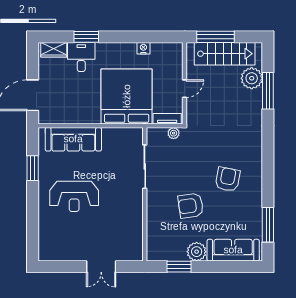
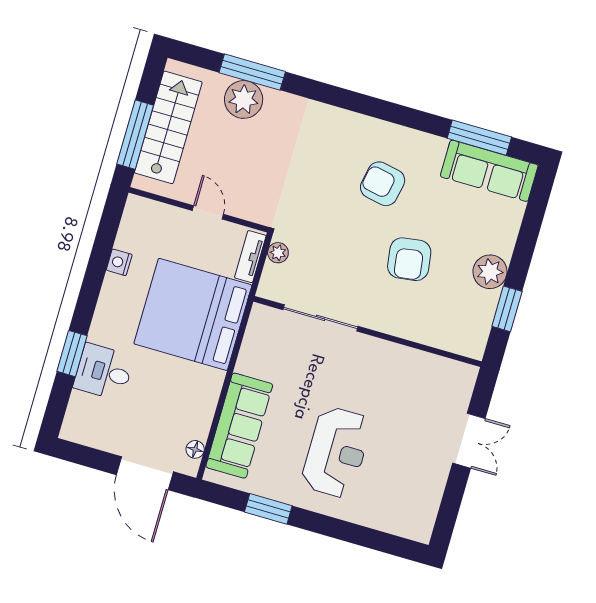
wardrobe: (54, 50) -> (78, 415), removed
plant: (252, 78) -> (244, 99), moved
floor lamp: (53, 119) -> (195, 449), added
sofa: (233, 250) -> (489, 171), moved, turned -90

